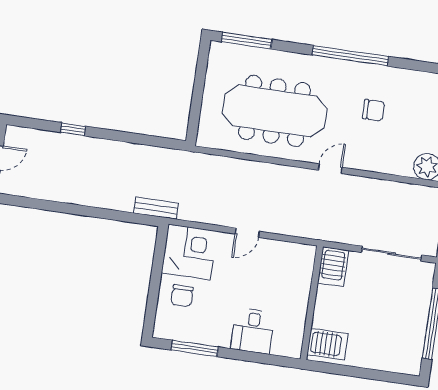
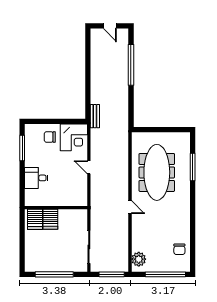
window: (247, 41) -> (193, 167), moved
window: (350, 56) -> (193, 209), removed
chair: (374, 110) -> (179, 249), moved
window: (73, 129) -> (131, 65), width x3.17
server rack: (333, 267) -> (50, 219), moved, turned -90

